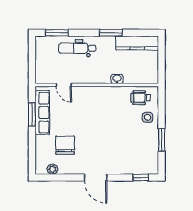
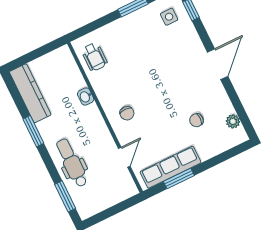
dental chair: (77, 48) -> (72, 163), turned 180
chair: (92, 101) -> (127, 113), added
side table: (148, 117) -> (169, 17), moved
chair: (65, 145) -> (196, 120), width x0.54, depth x0.54

